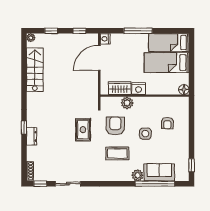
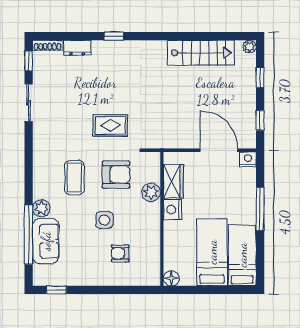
dresser: (32, 136) -> (77, 48), moved

